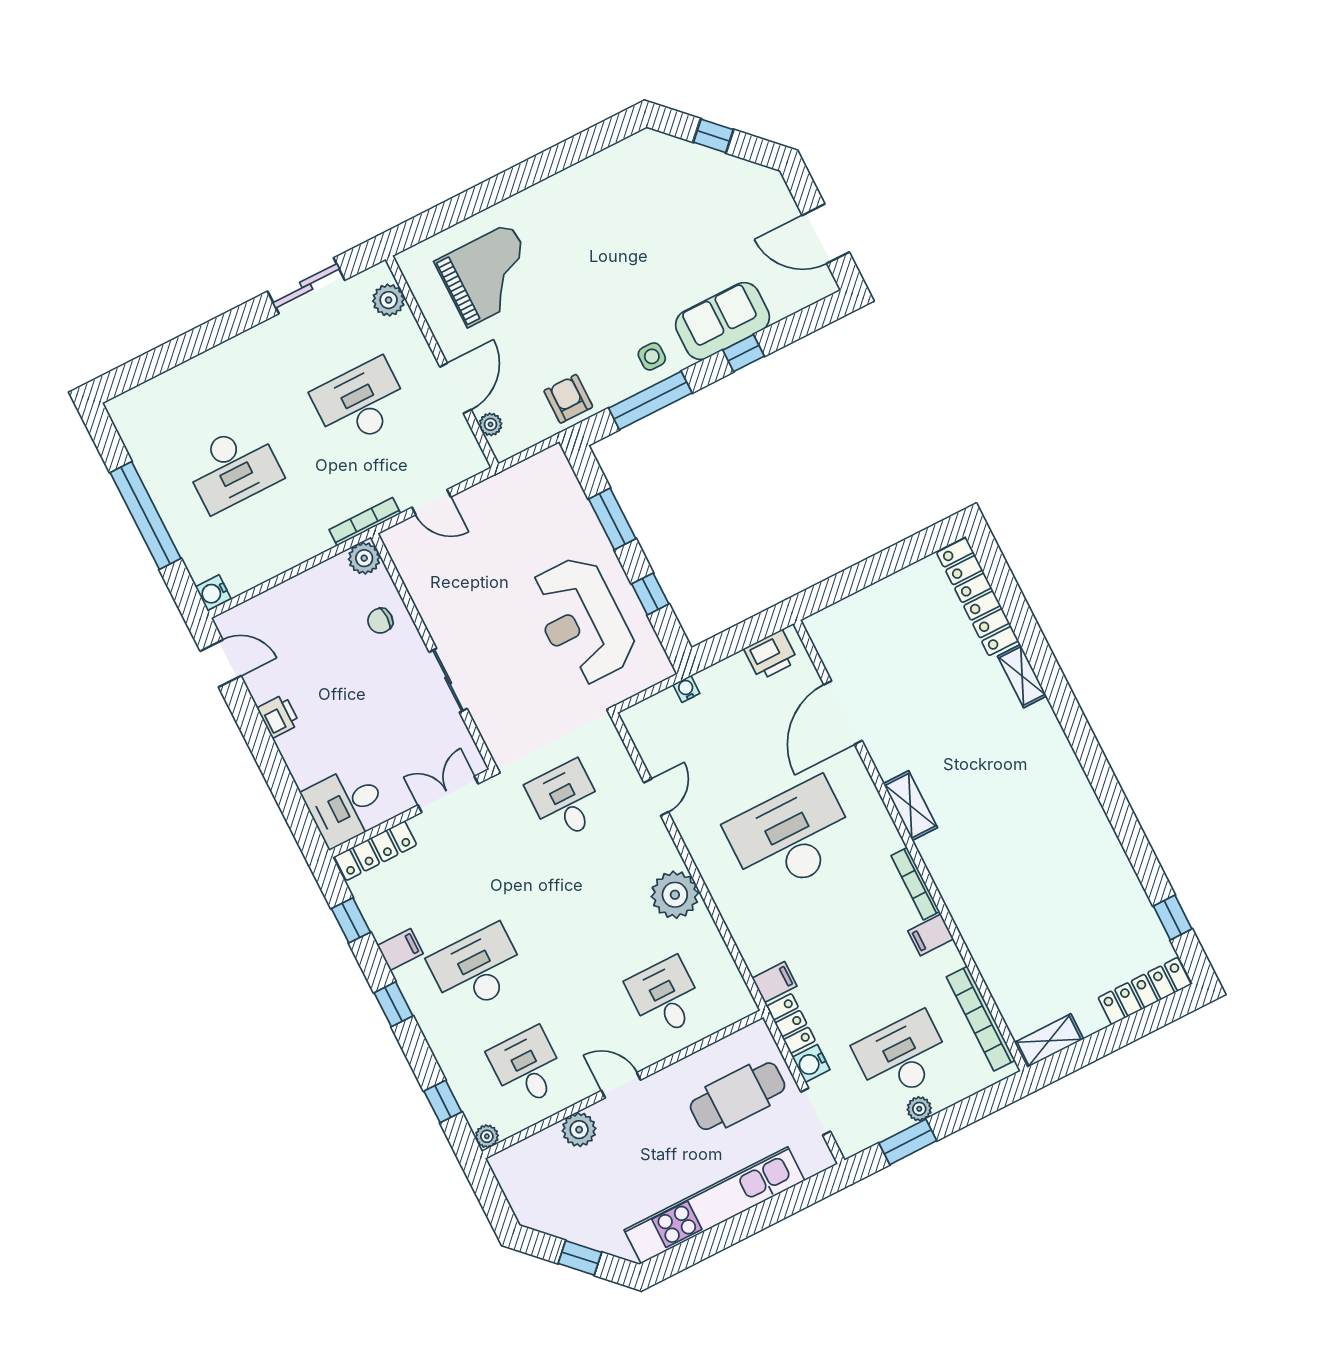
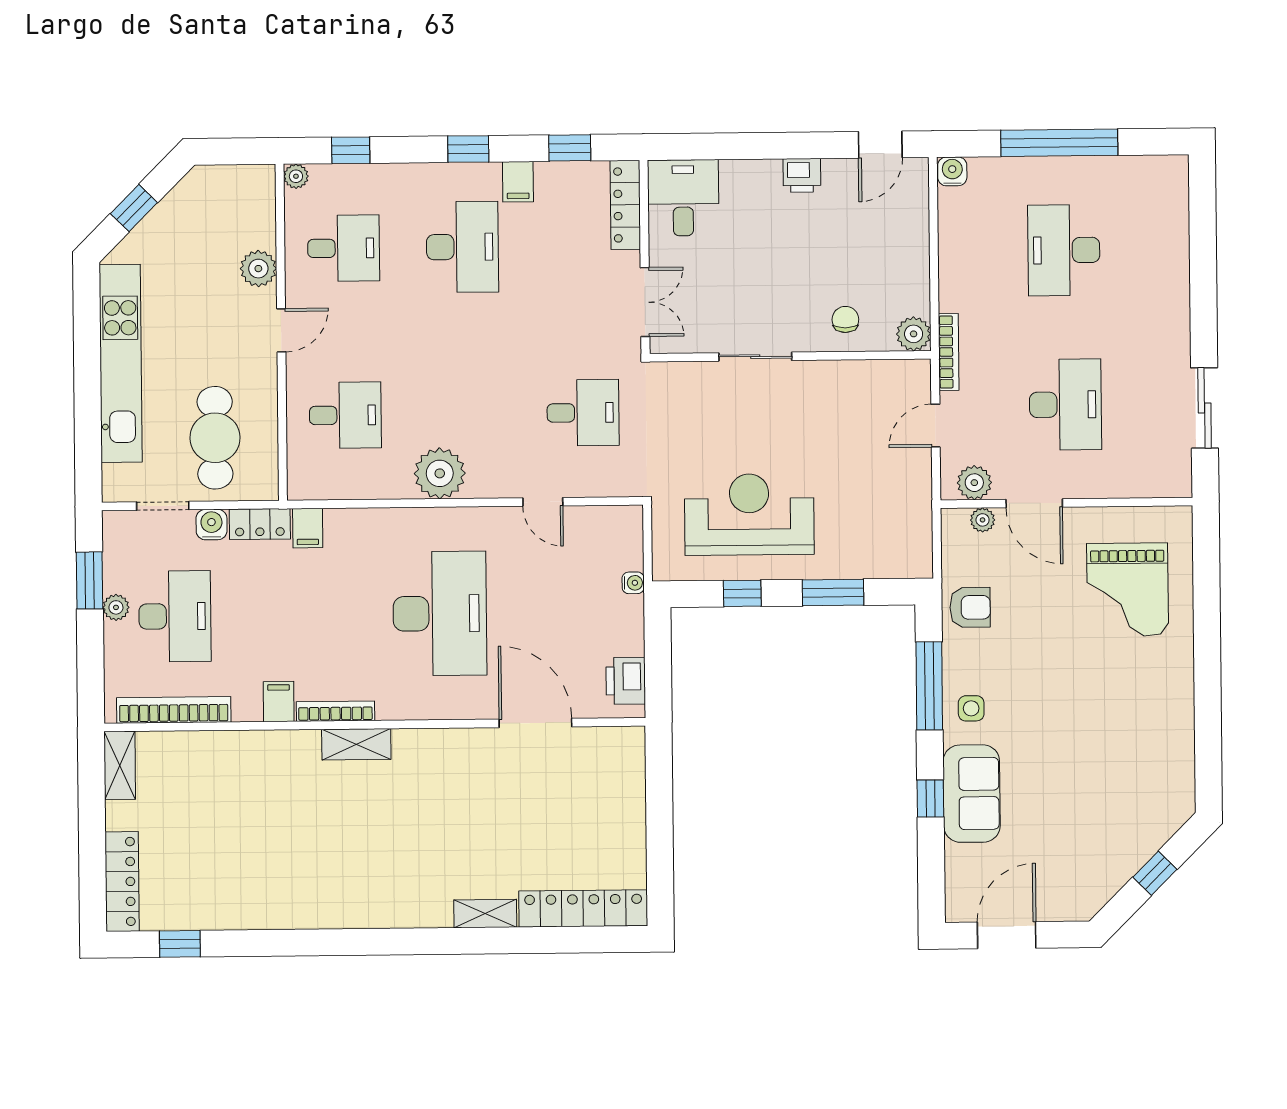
plant: (389, 300) -> (974, 483), moved
shelving: (910, 806) -> (356, 744), moved

